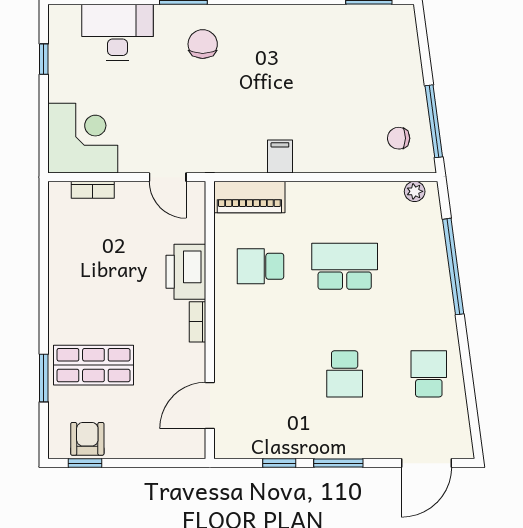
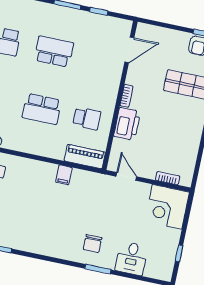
desk: (118, 32) -> (131, 258), width x0.73
school desk: (345, 374) -> (54, 52), width x1.85

